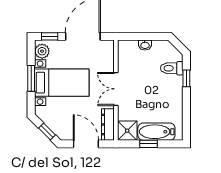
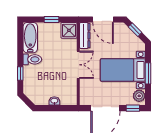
toilet: (172, 68) -> (32, 59), moved
bathtub: (156, 132) -> (30, 38), moved, turned -90

